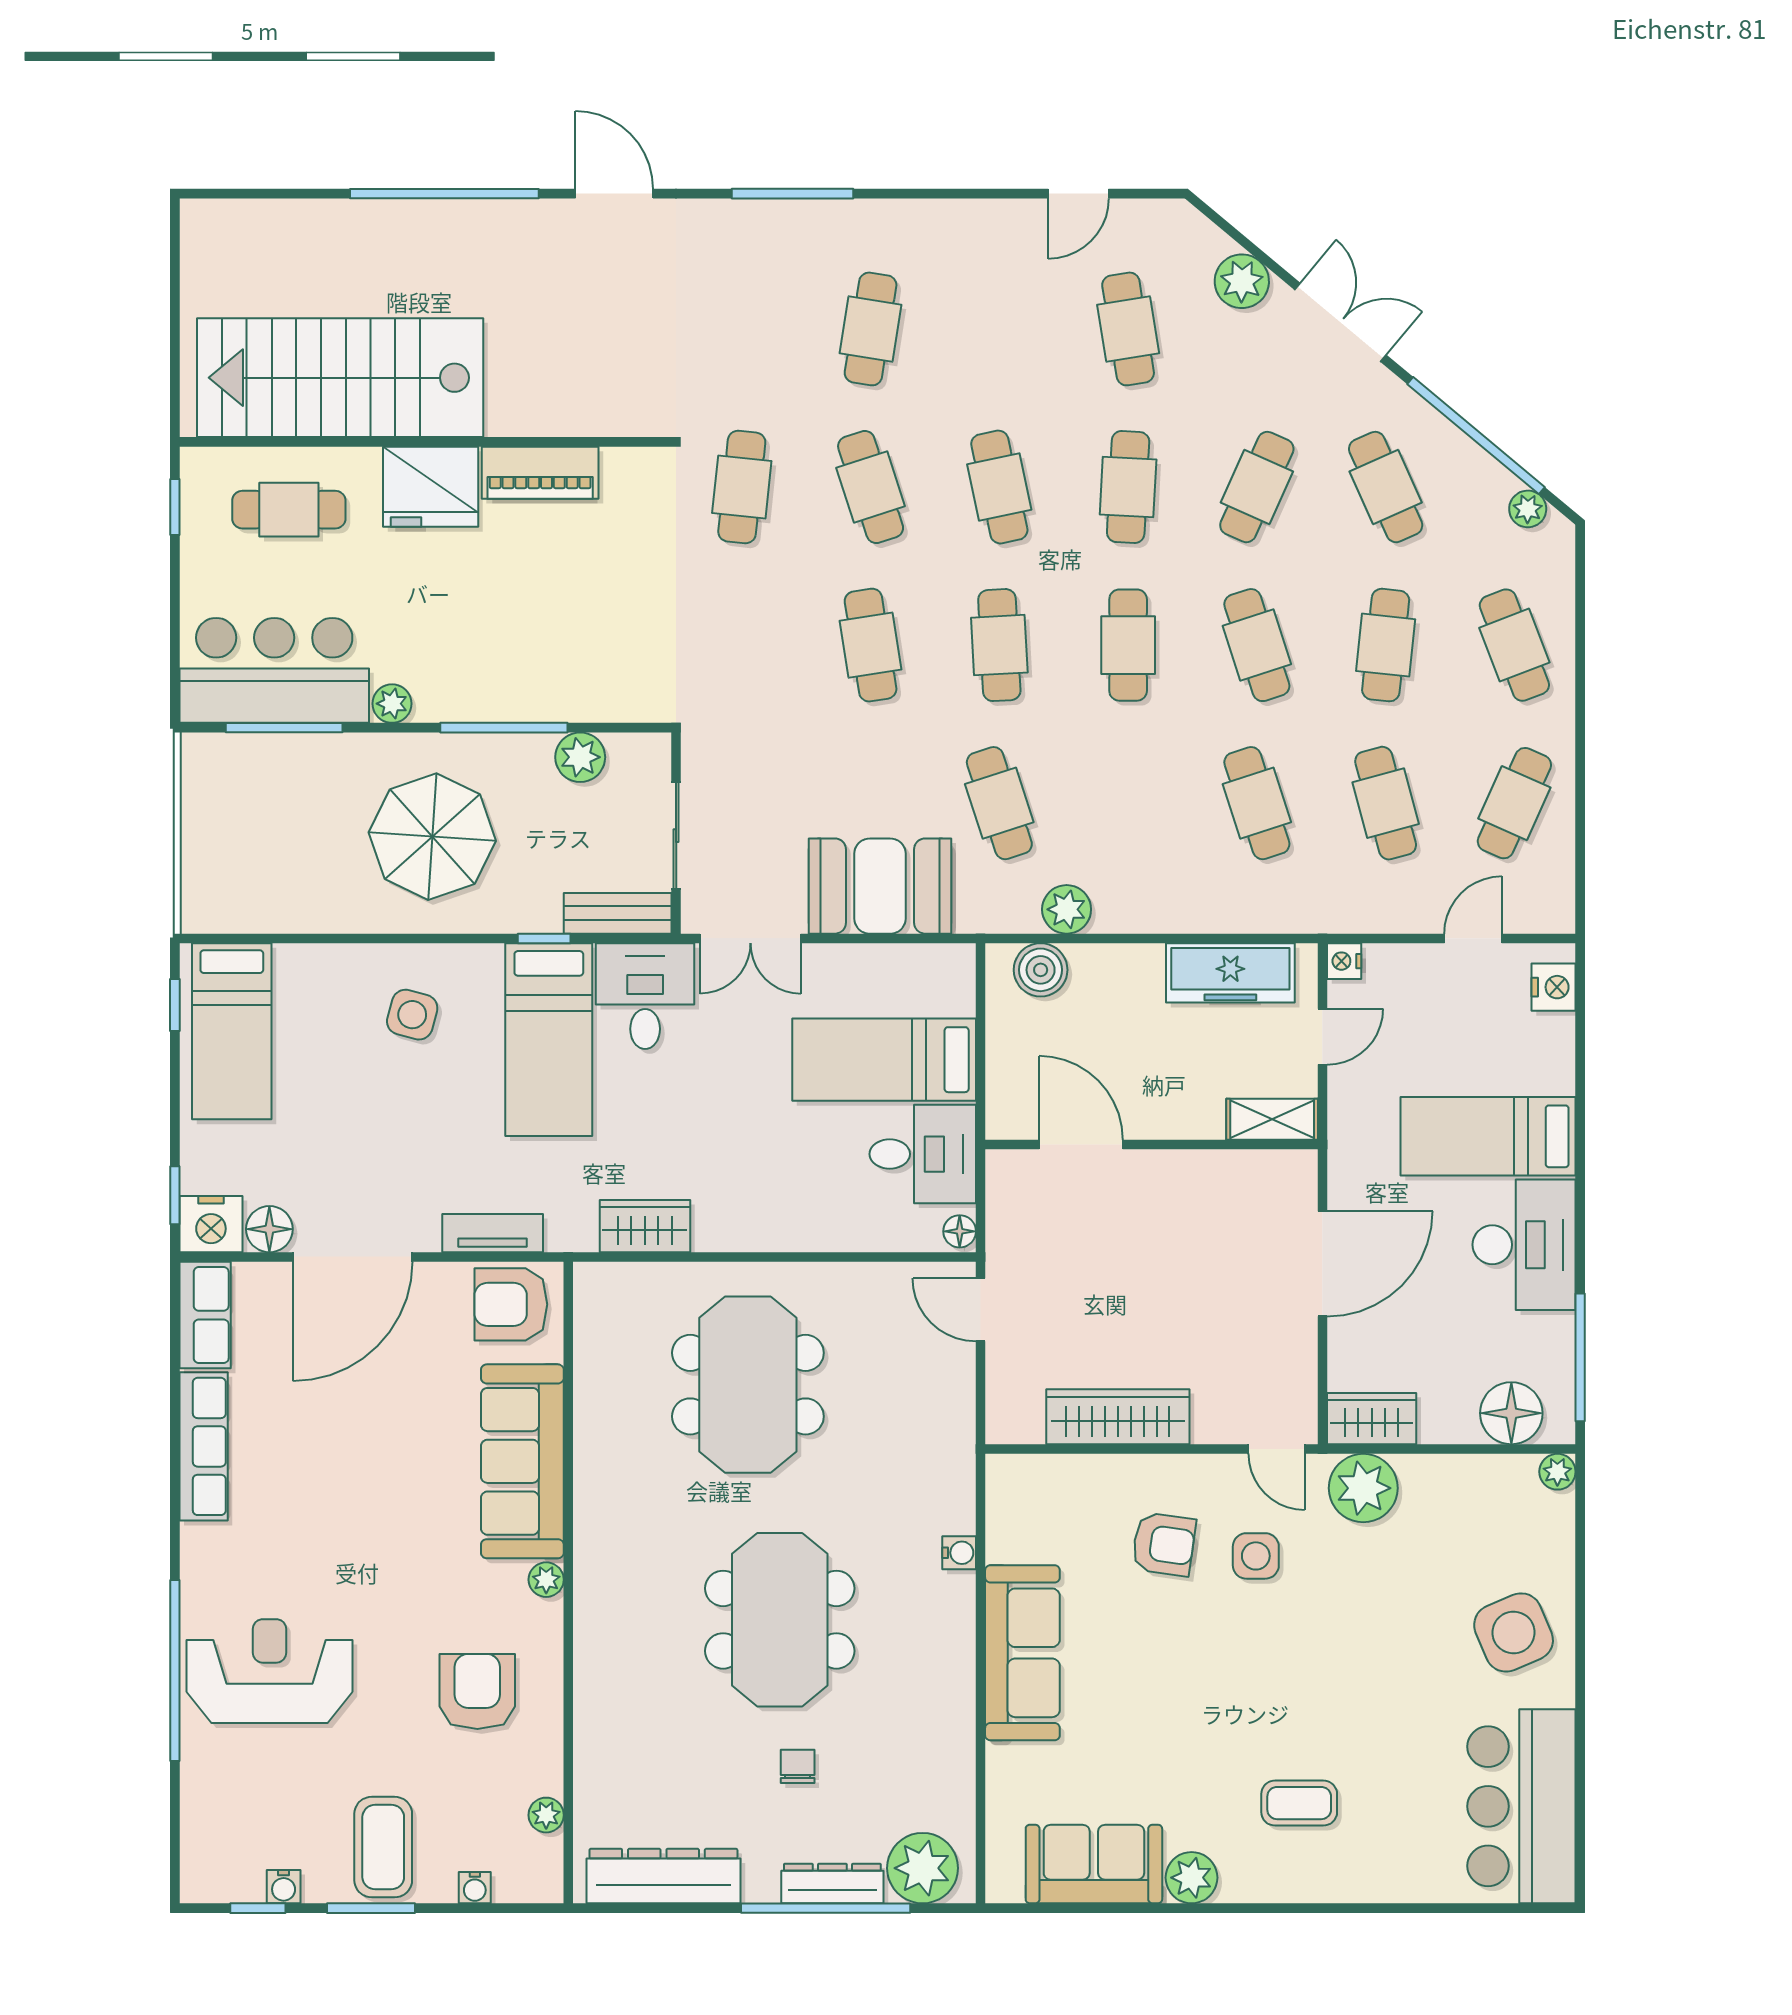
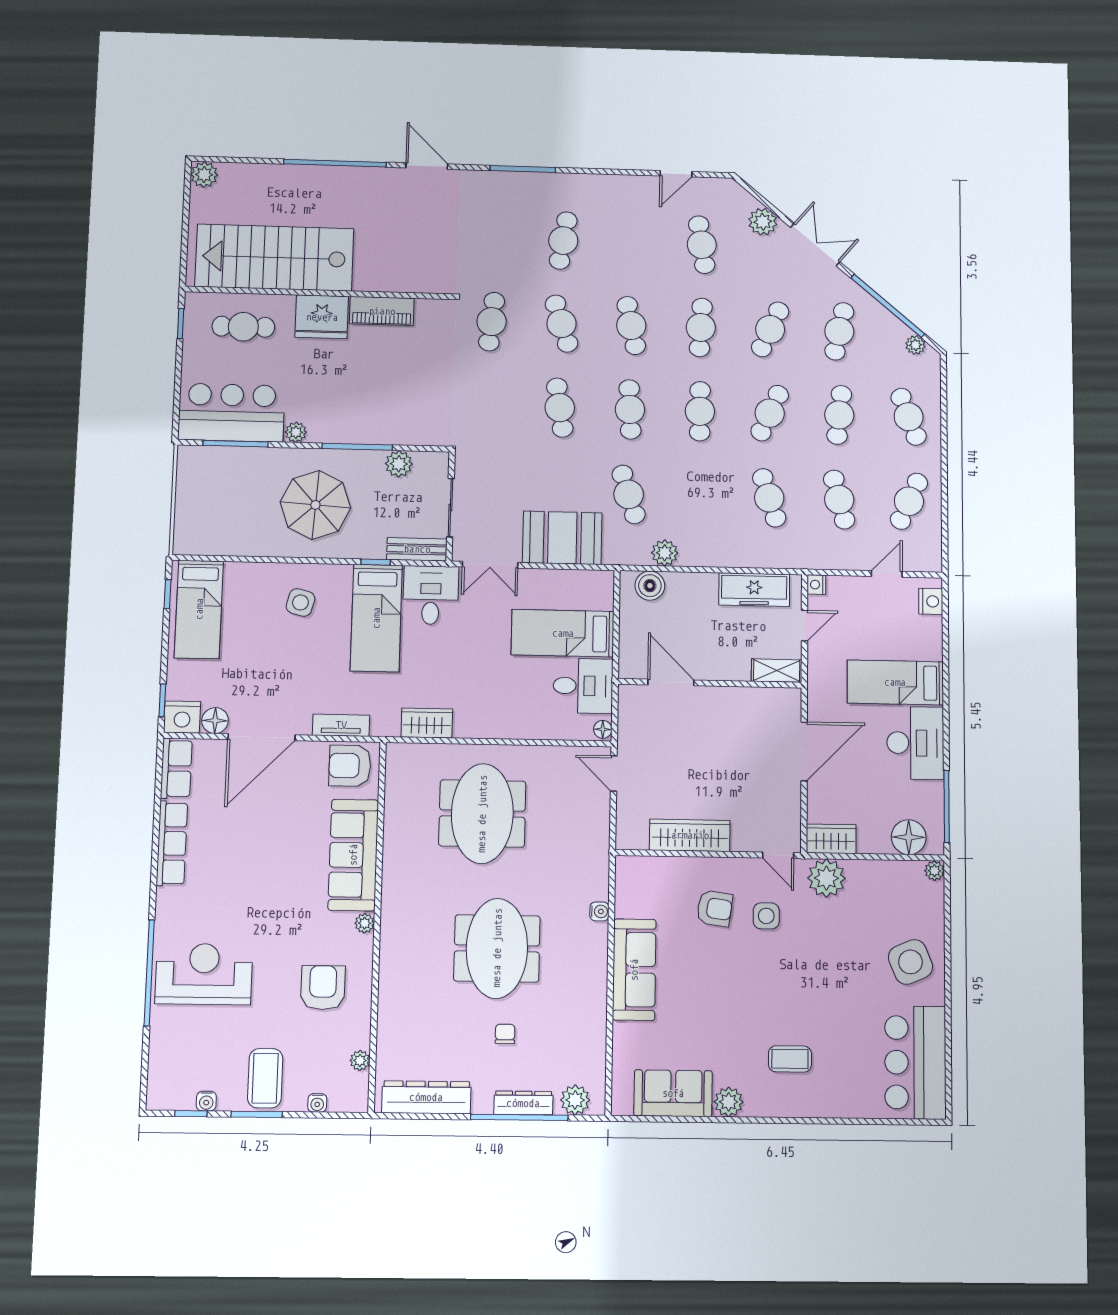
plant: (205, 223) -> (204, 175), added
cafe table: (1386, 487) -> (839, 331), turned 36
cafe table: (1257, 645) -> (770, 413), turned 42
plant: (923, 1868) -> (575, 1100), width x0.73, depth x0.73

